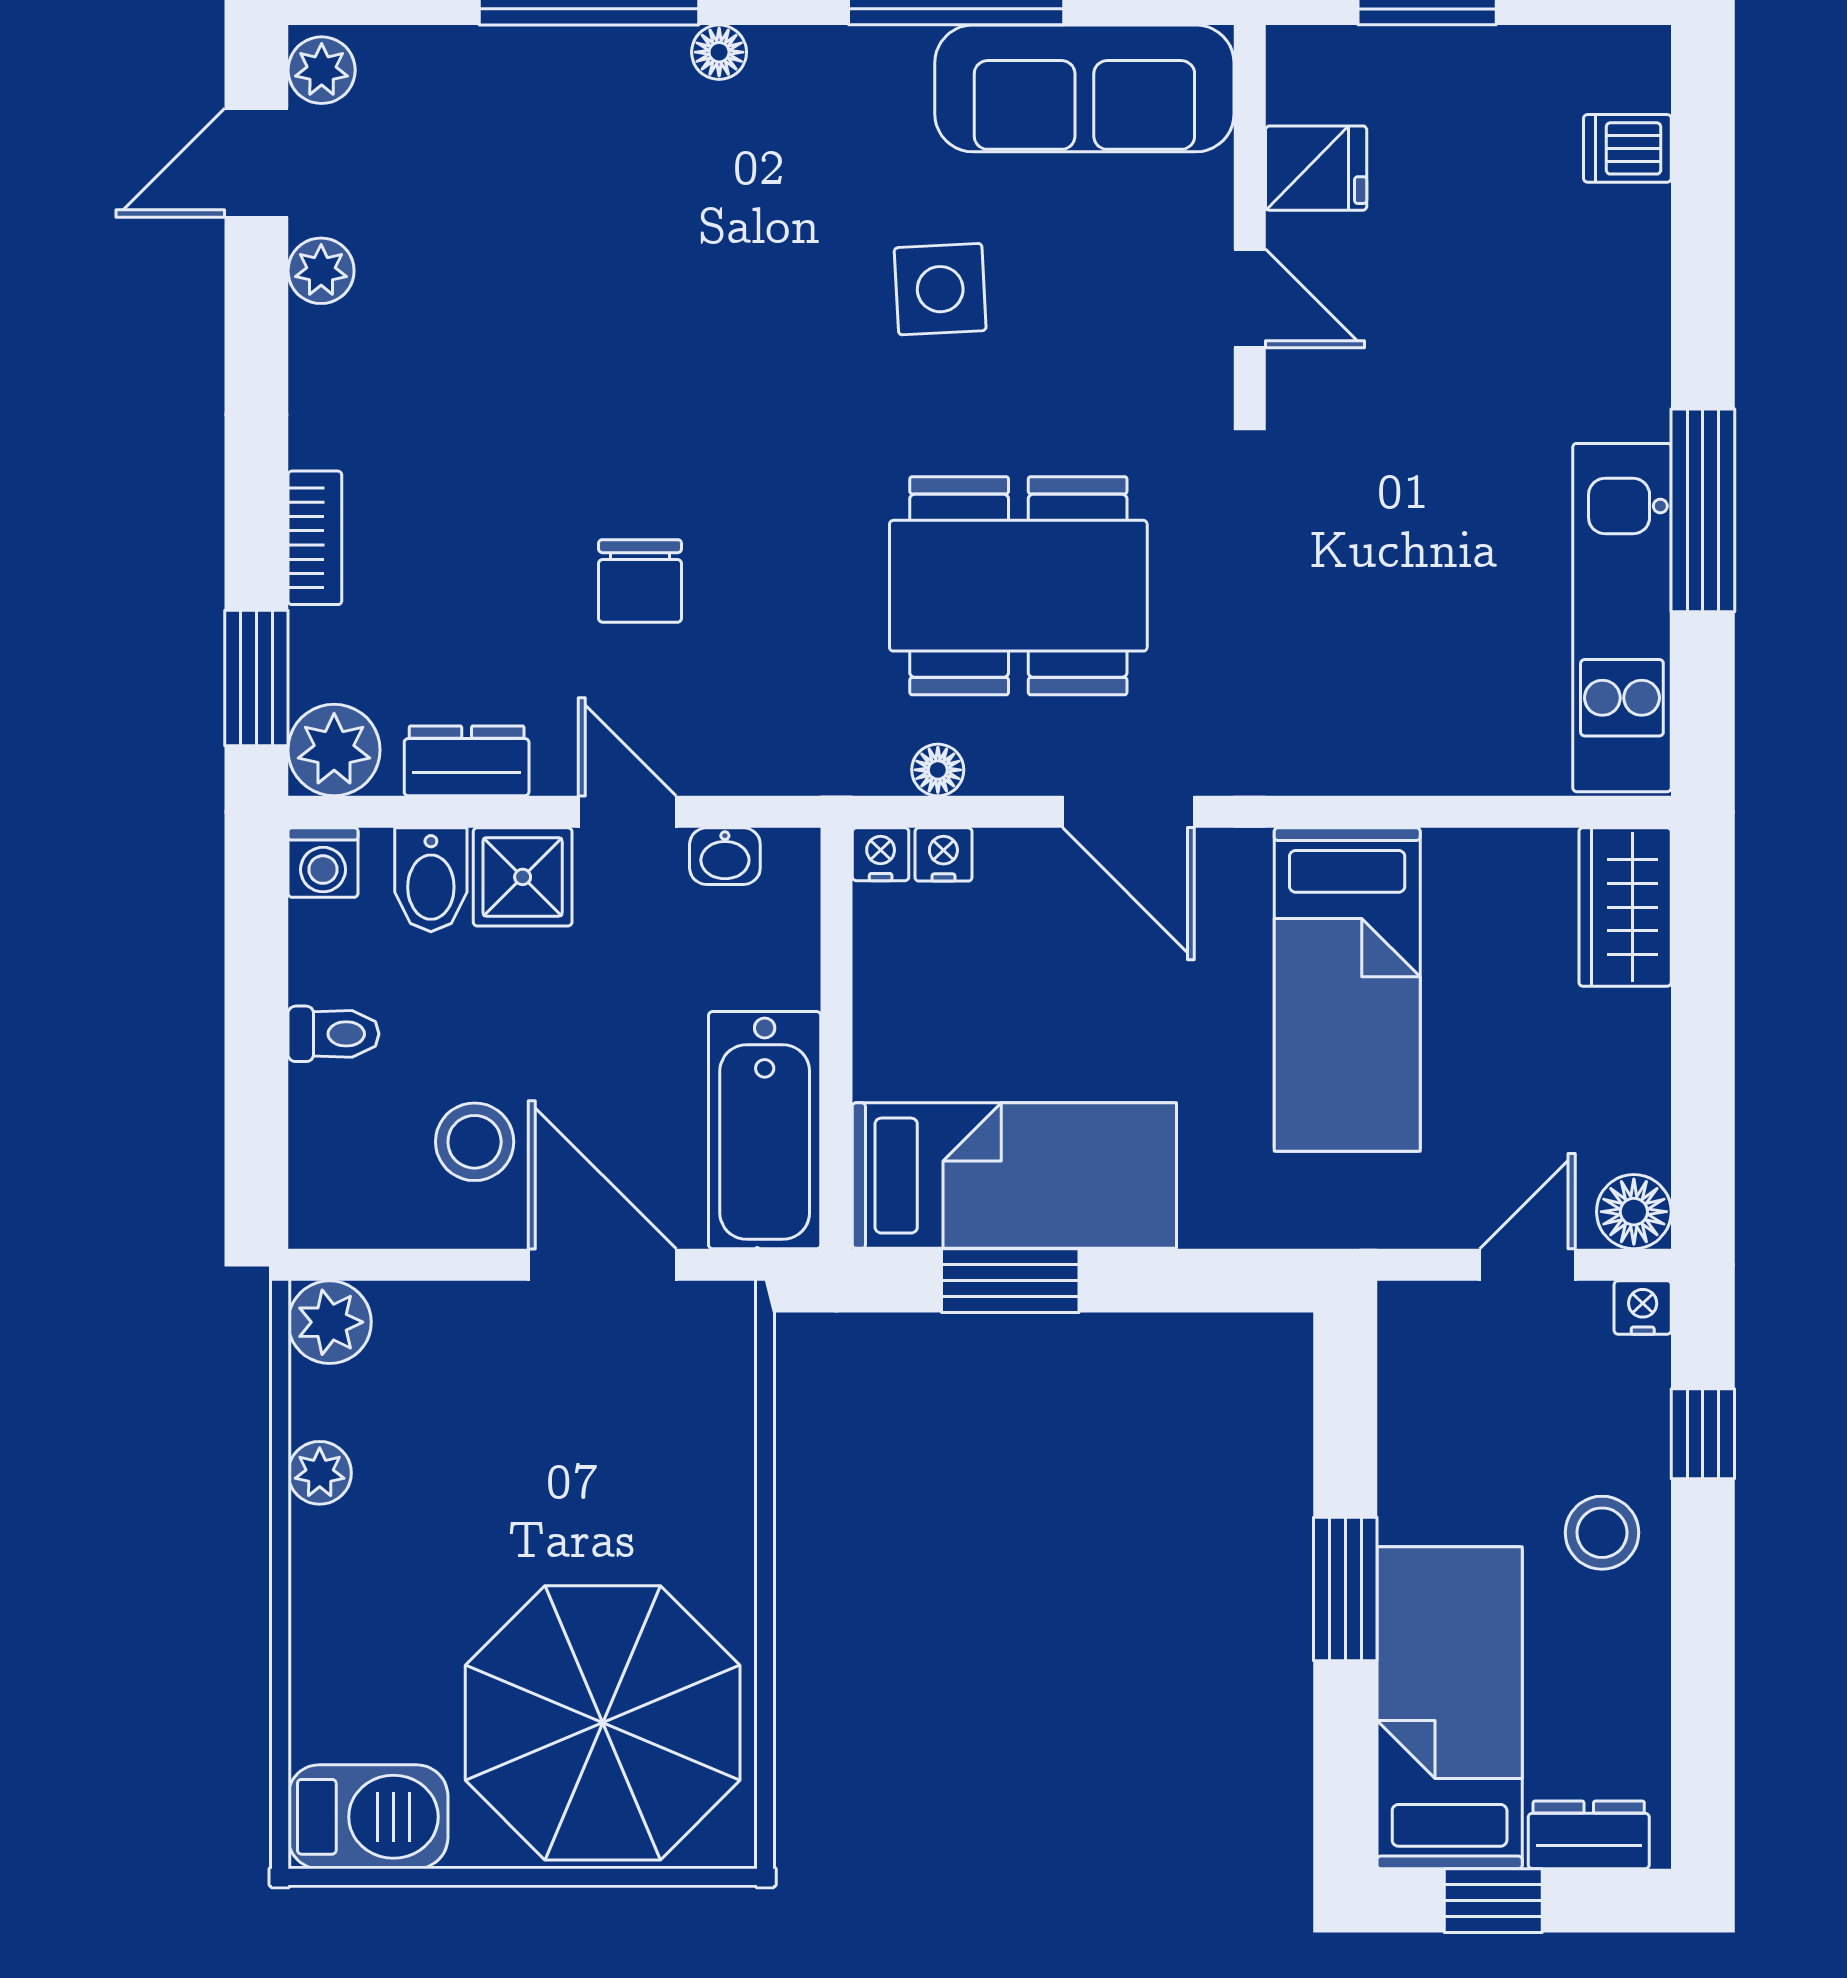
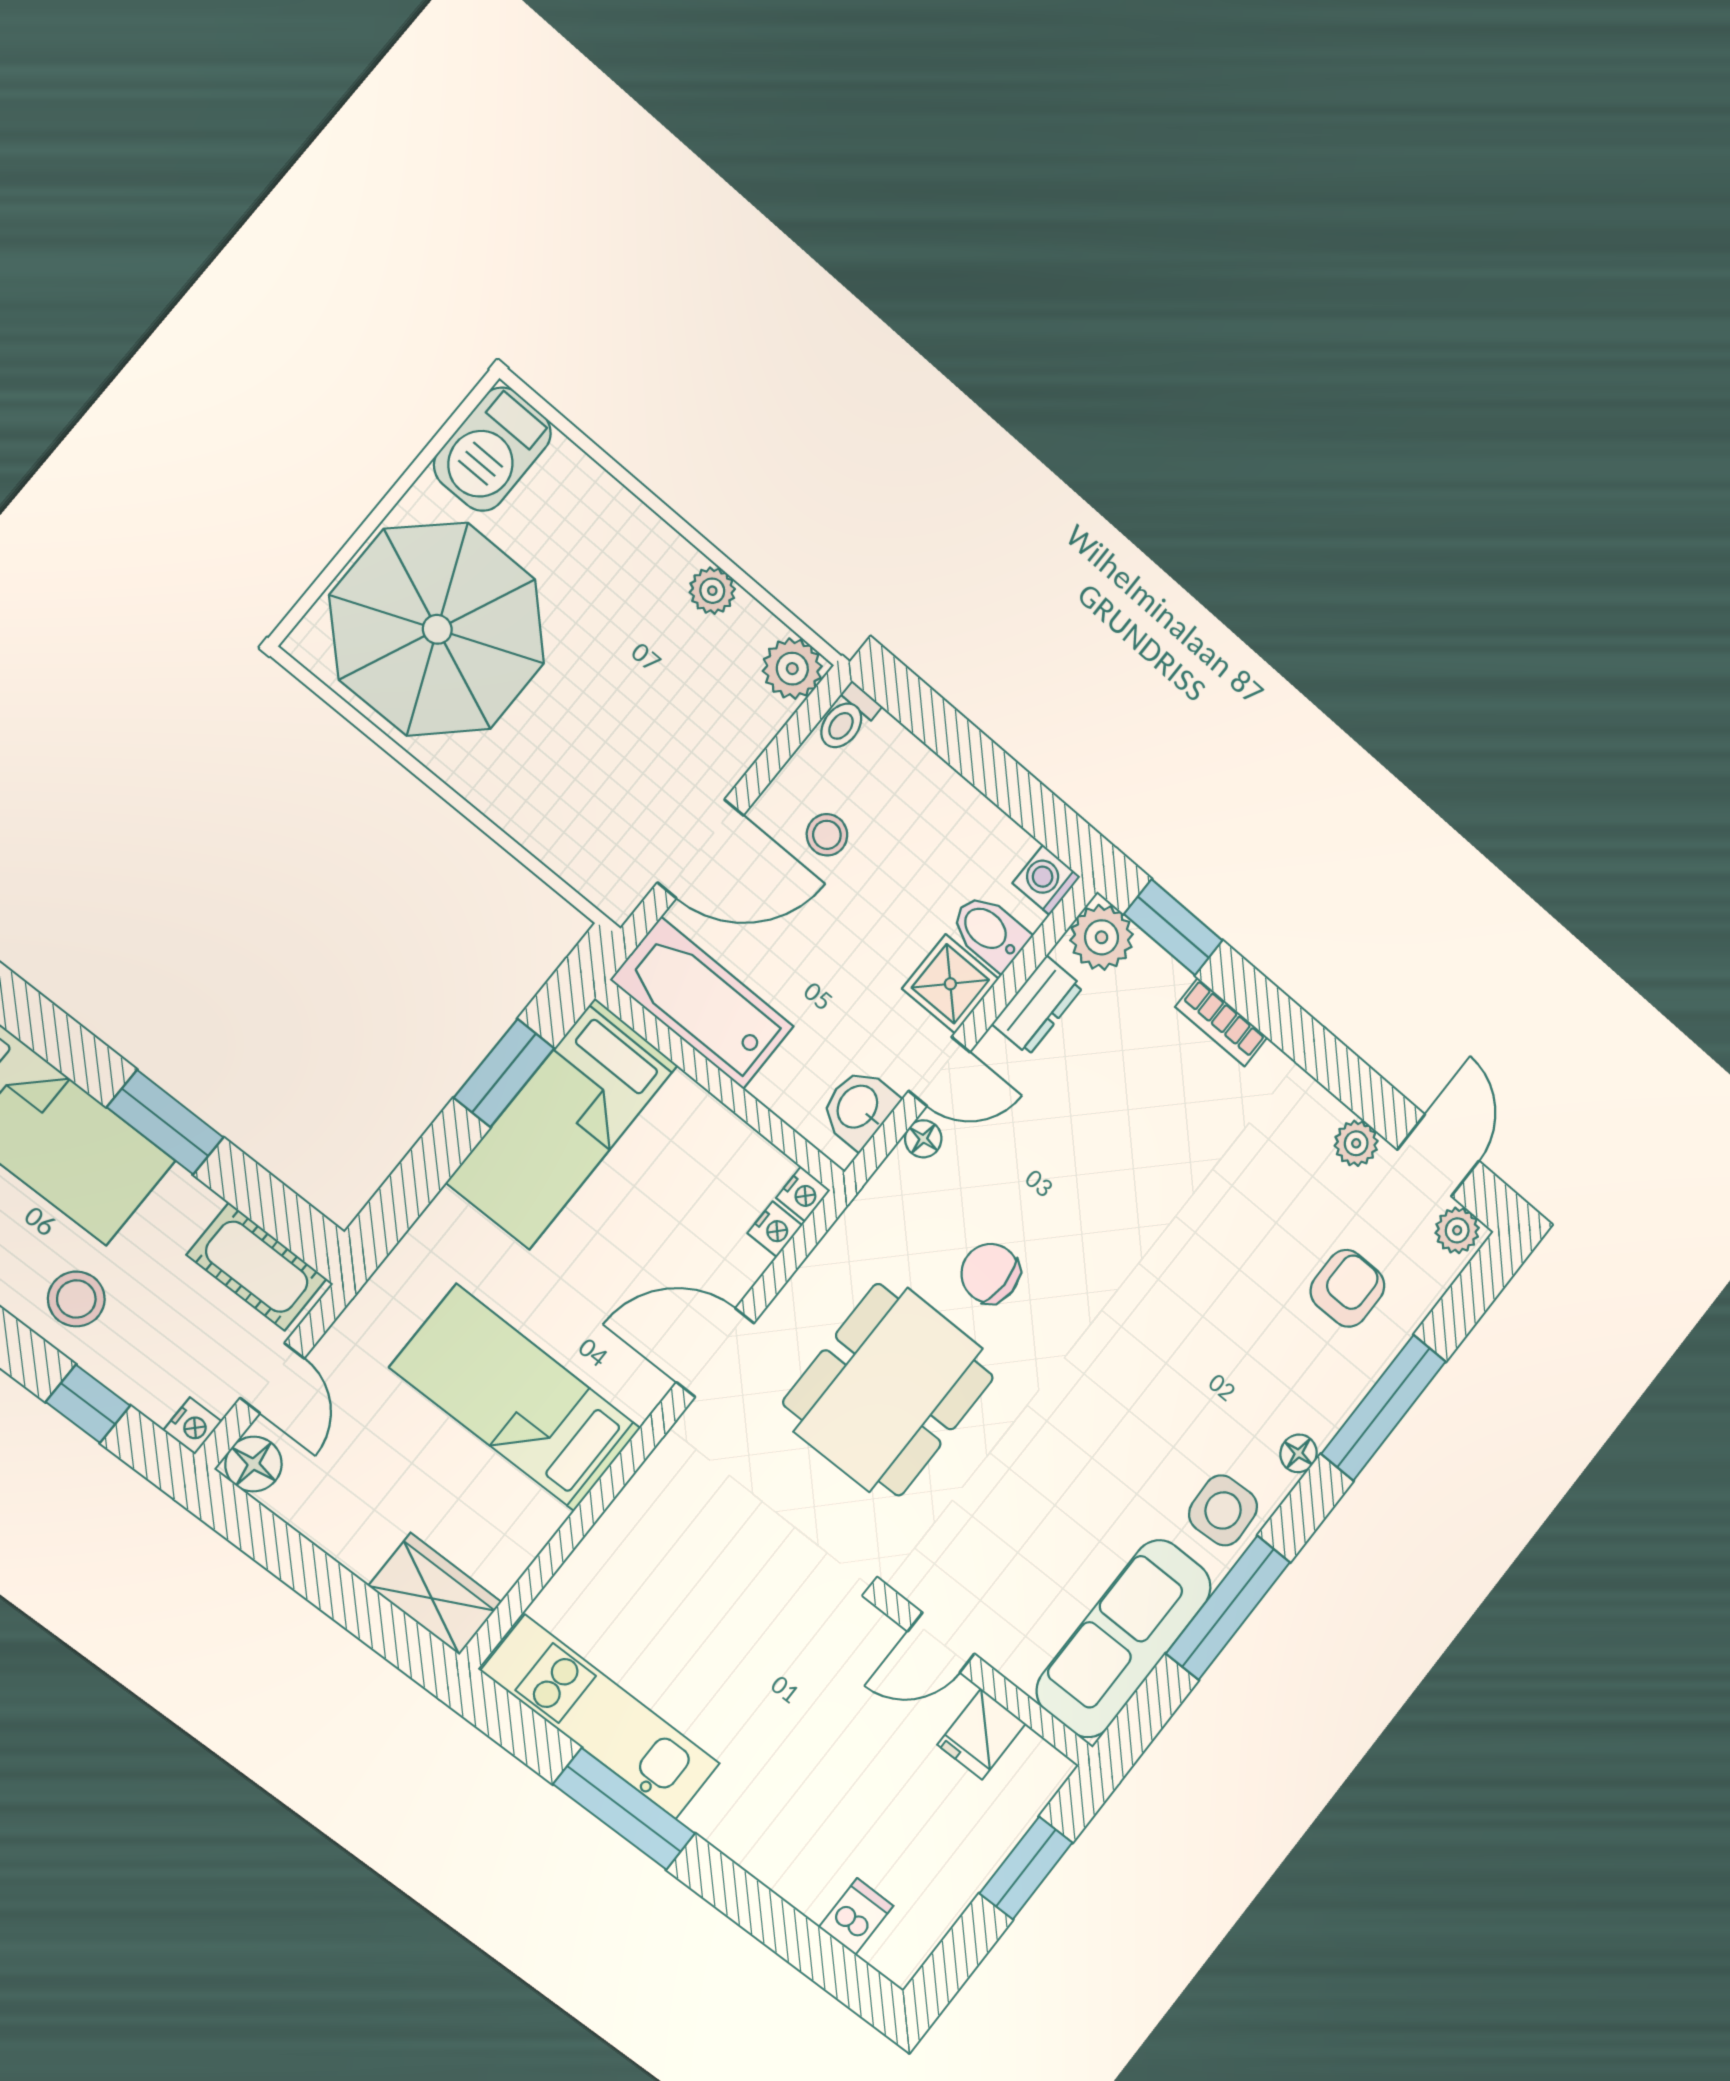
armchair: (490, 147) -> (1347, 1288), added
side table: (940, 289) -> (1223, 1510), moved
chair: (640, 581) -> (990, 1273), moved
floor lamp: (938, 770) -> (923, 1139), moved
washbasin: (725, 856) -> (859, 1108), width x1.38, depth x1.45
toilet: (334, 1034) -> (847, 719), moved
stool: (475, 1142) -> (827, 835), width x0.73, depth x0.73
cot: (1422, 1375) -> (257, 1267), added

